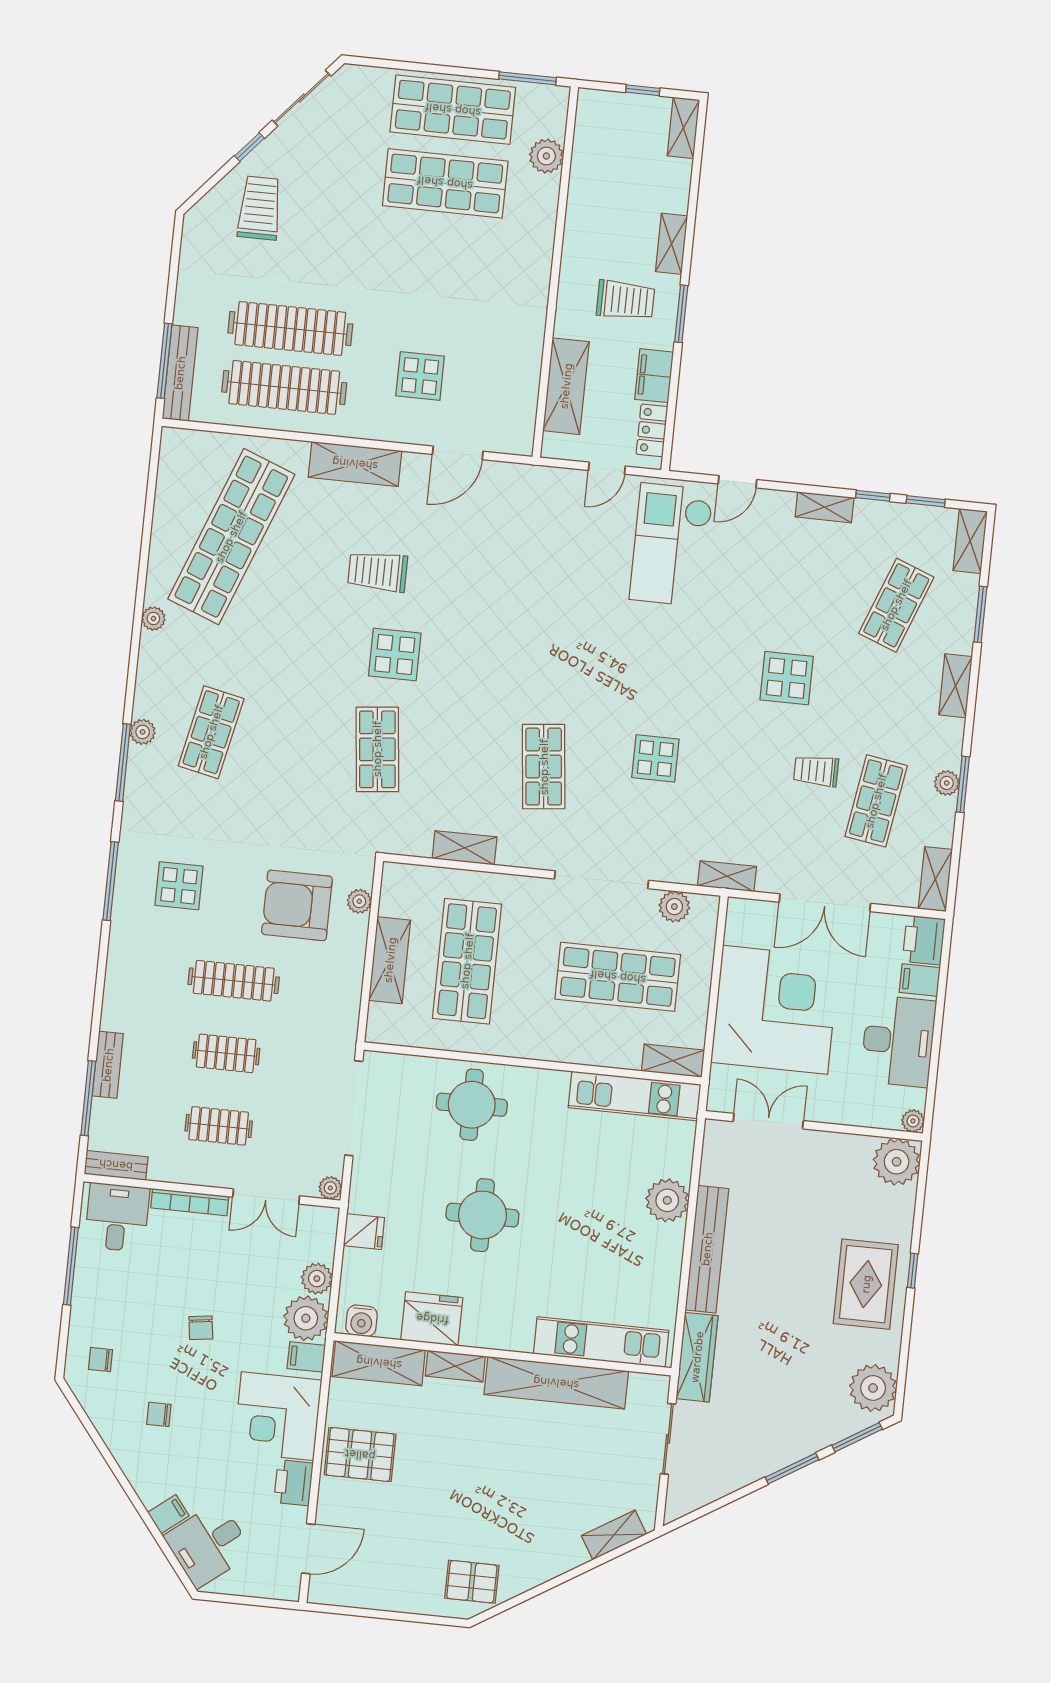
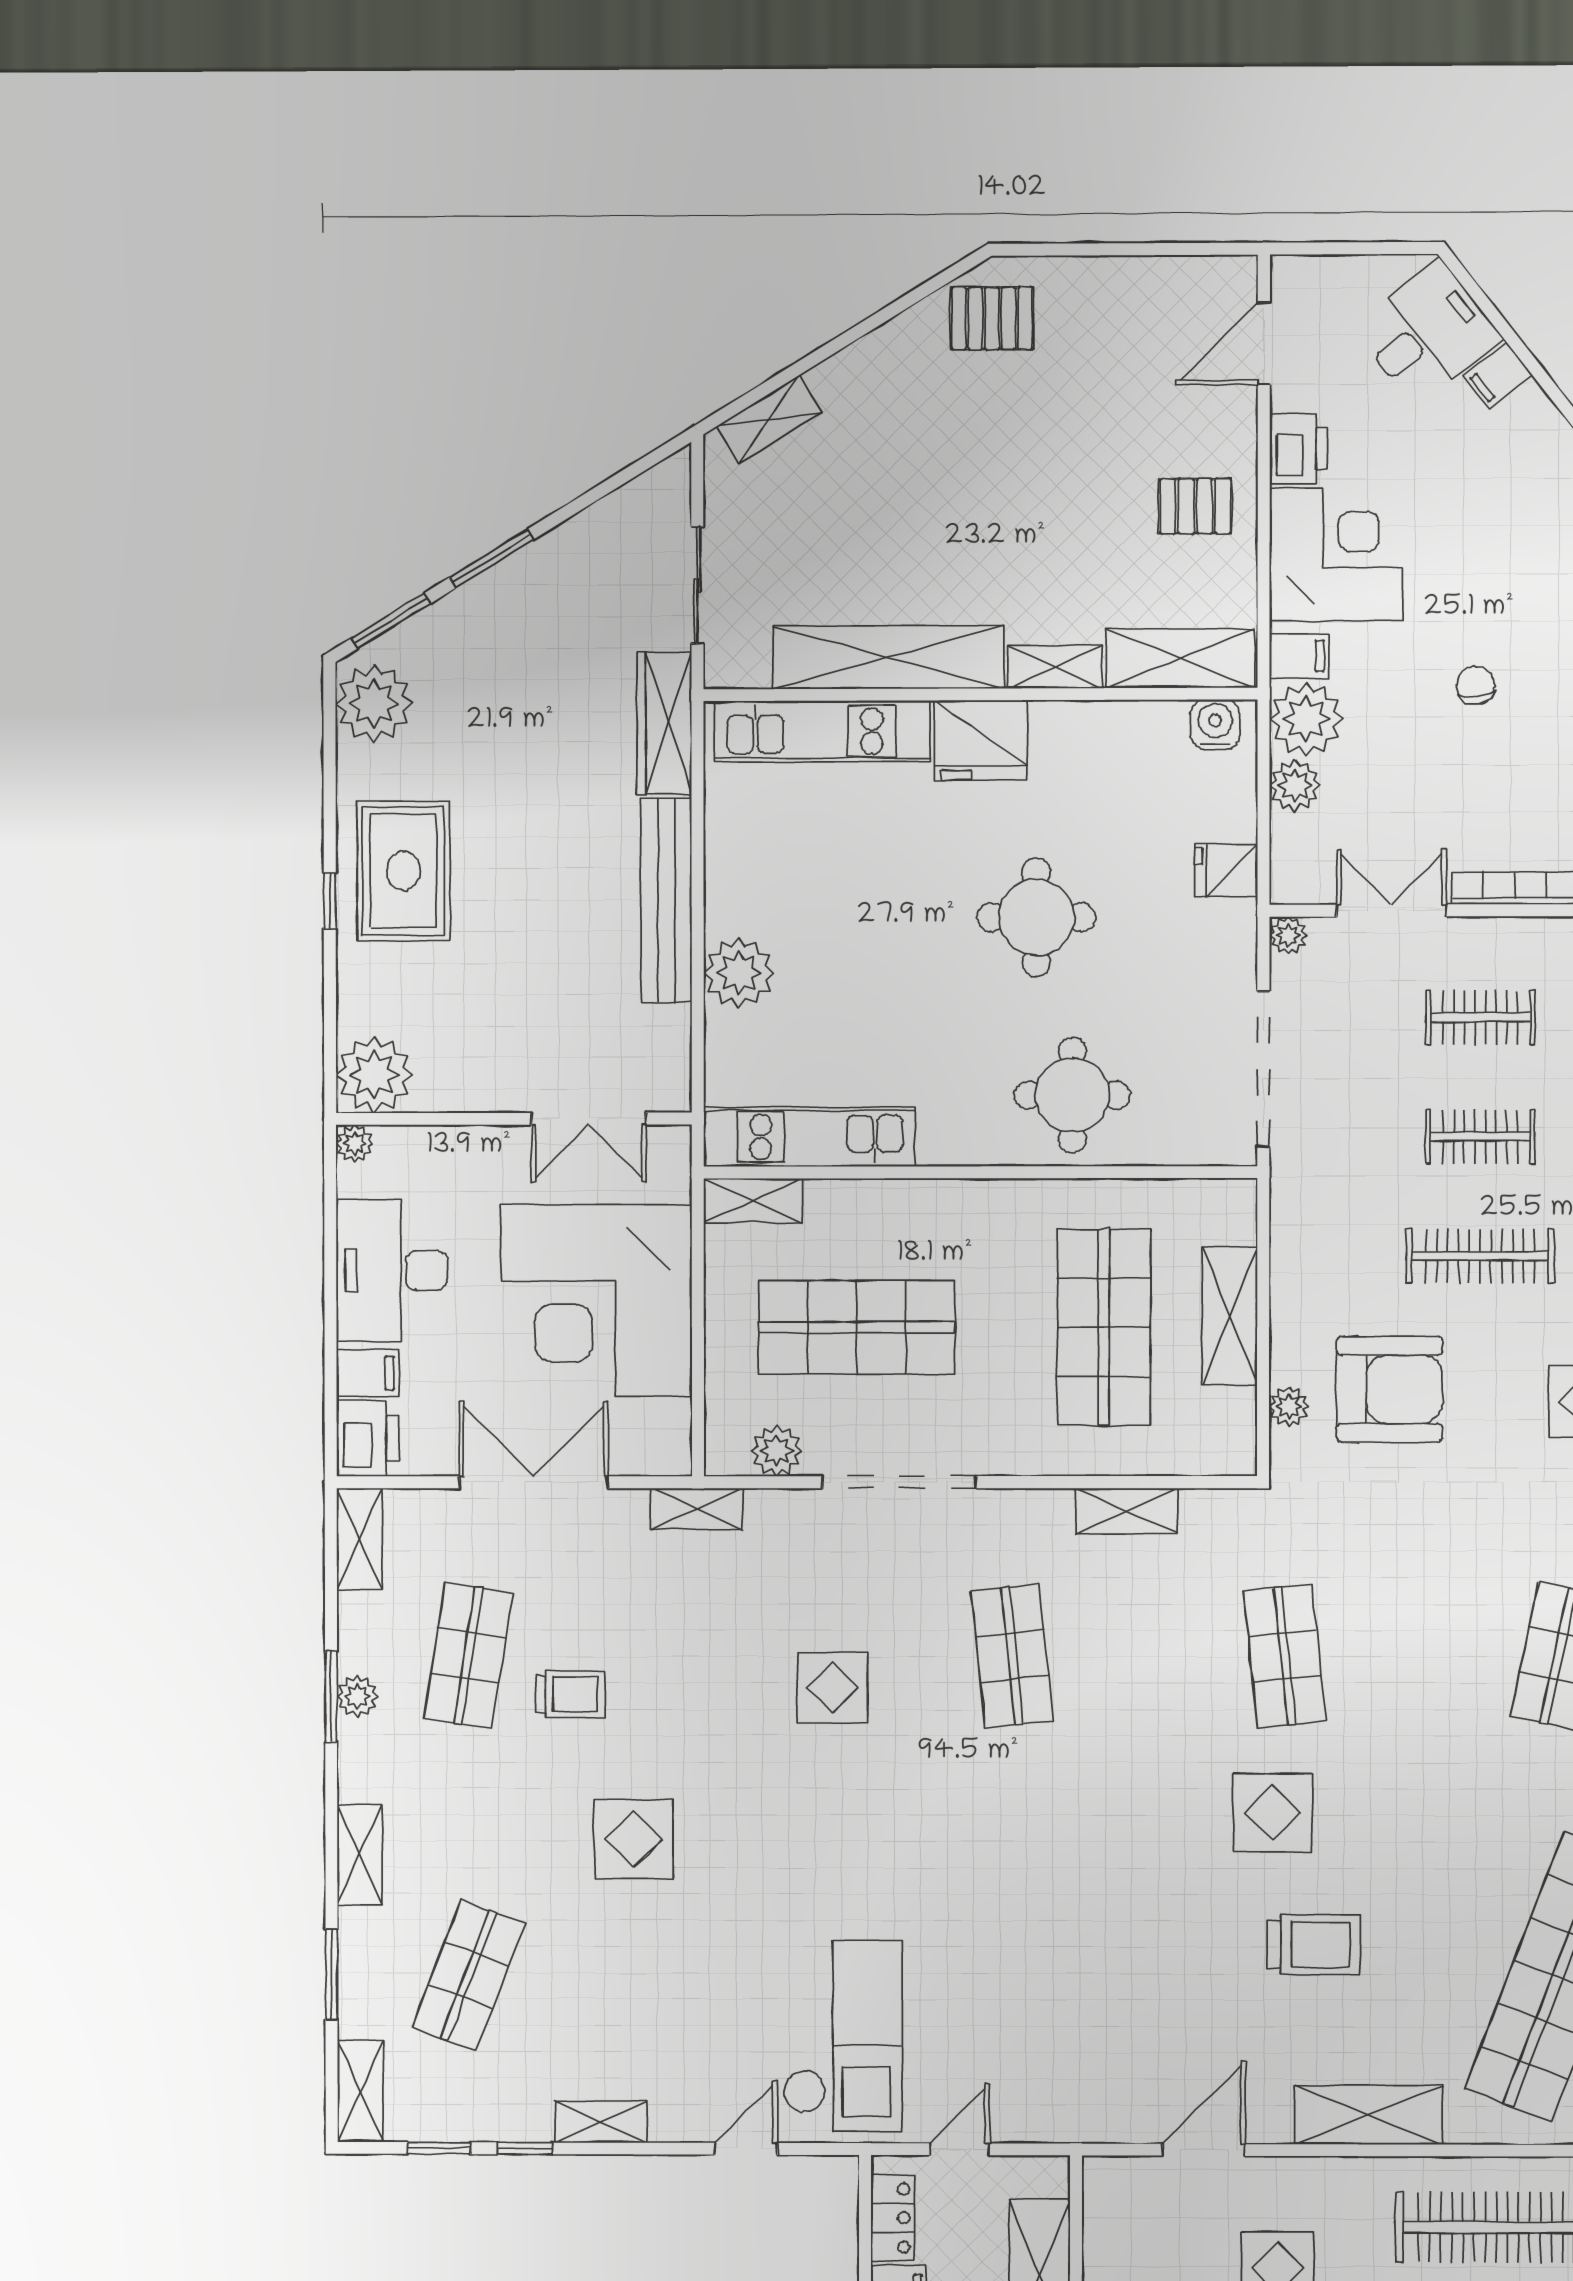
fridge: (432, 1319) -> (981, 740), moved
chair: (159, 1414) -> (1530, 537), removed
pallet: (360, 1455) -> (1195, 506), width x0.67, depth x0.71

